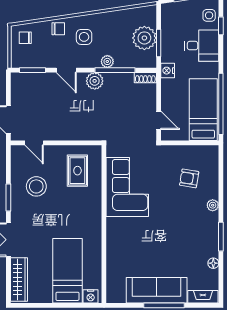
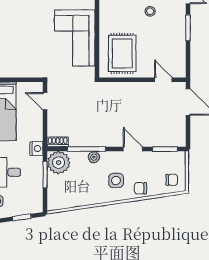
plant: (144, 38) -> (59, 163), moved
plant: (95, 81) -> (106, 139), removed
rug: (77, 171) -> (122, 53), width x1.36, depth x1.43
armchair: (189, 178) -> (16, 46), removed
stool: (36, 186) -> (150, 11), moved, width x0.53, depth x0.53

